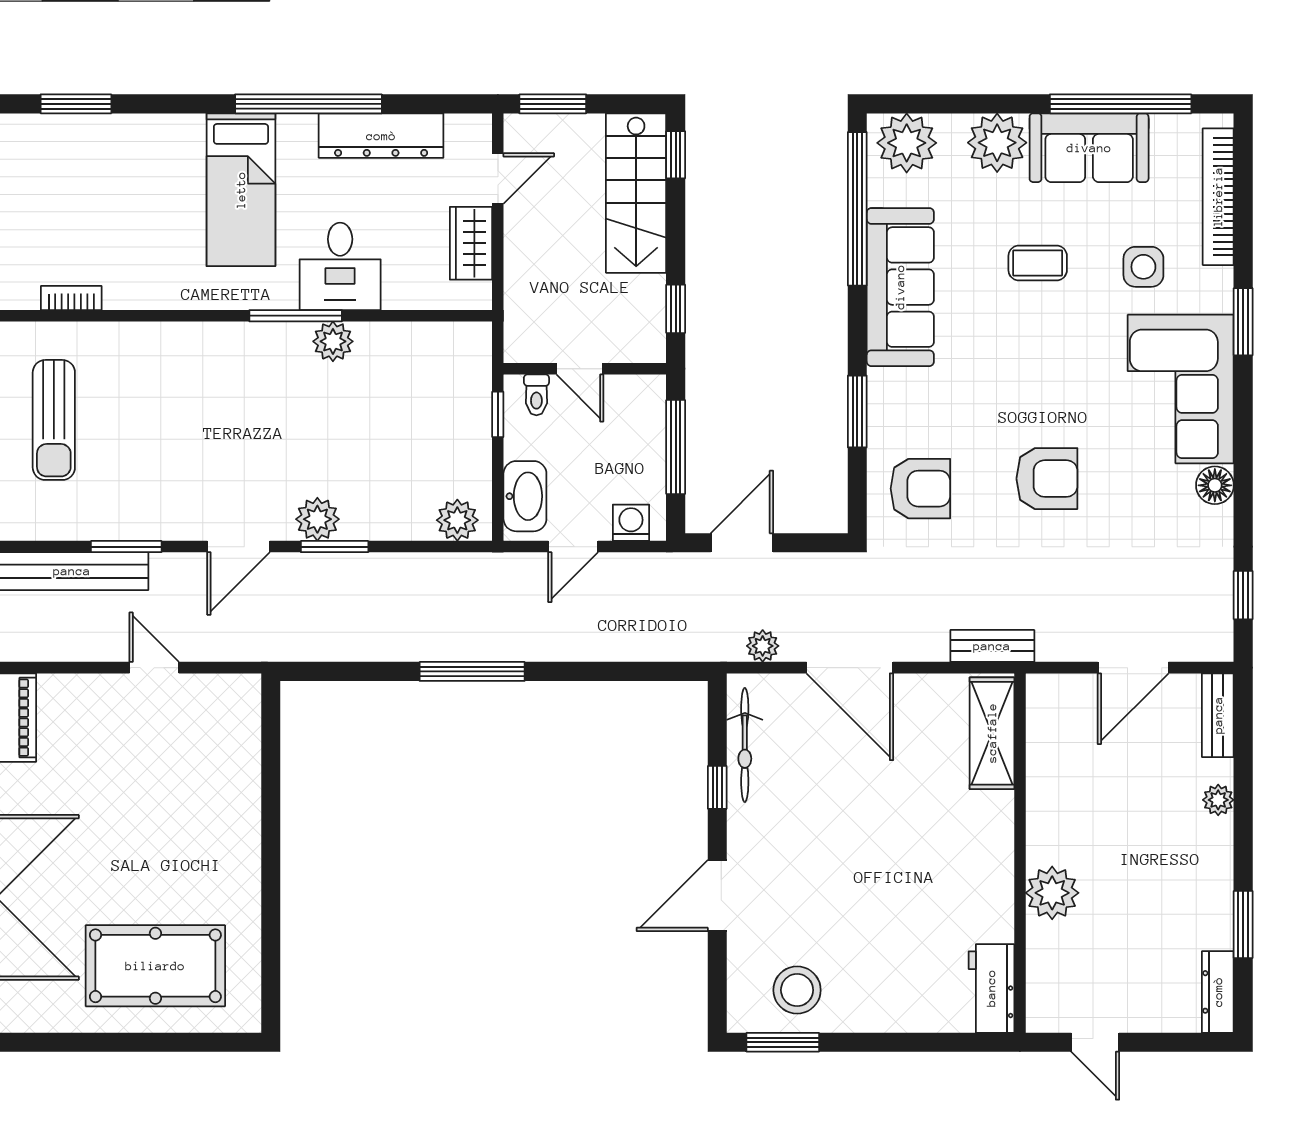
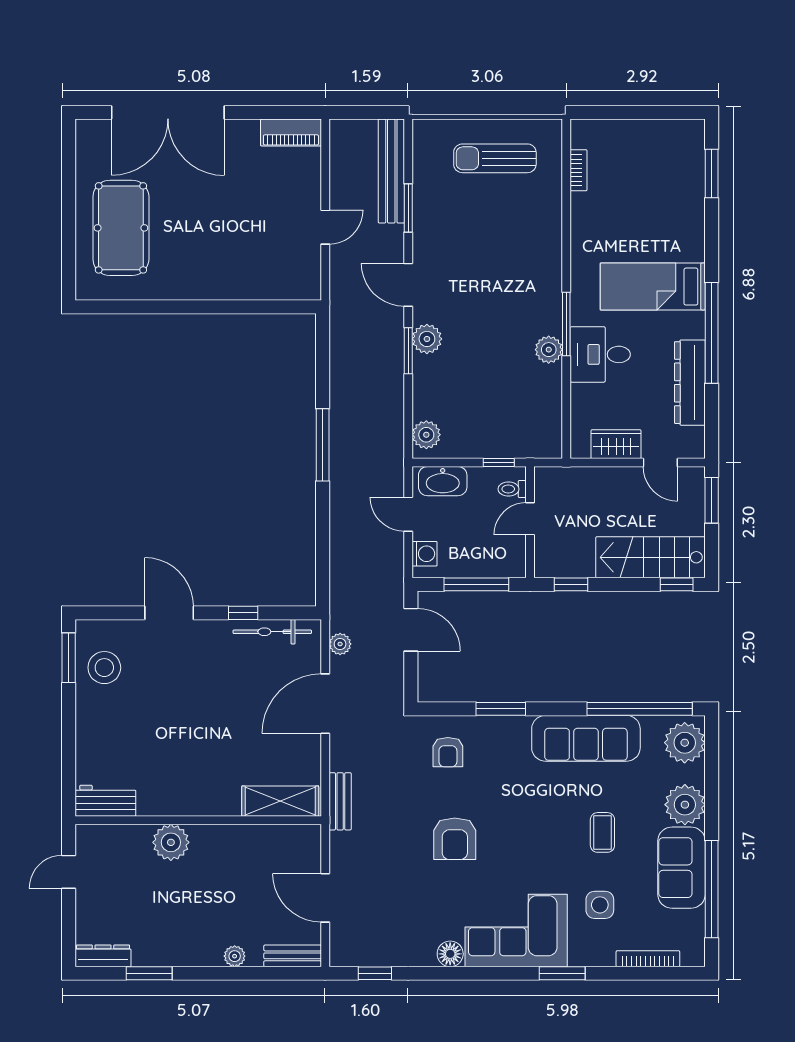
bookcase: (1218, 197) -> (648, 959), width x0.68, depth x0.76
armchair: (920, 489) -> (448, 752), width x0.72, depth x0.72

